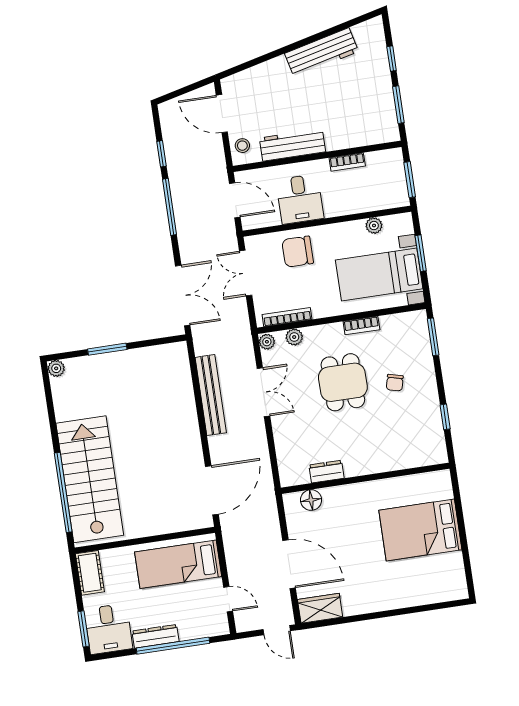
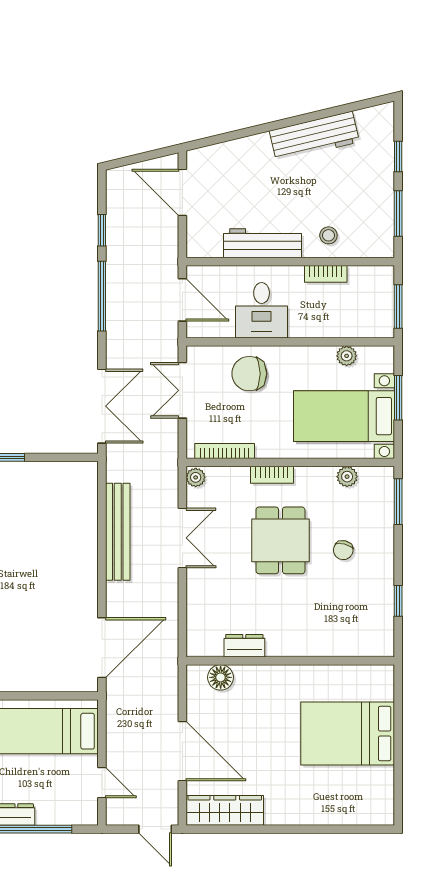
stool: (242, 146) -> (328, 235), moved
bookcase: (361, 325) -> (272, 475), moved
plant: (294, 337) -> (347, 477), moved
wardrobe: (320, 608) -> (225, 810), width x1.50

